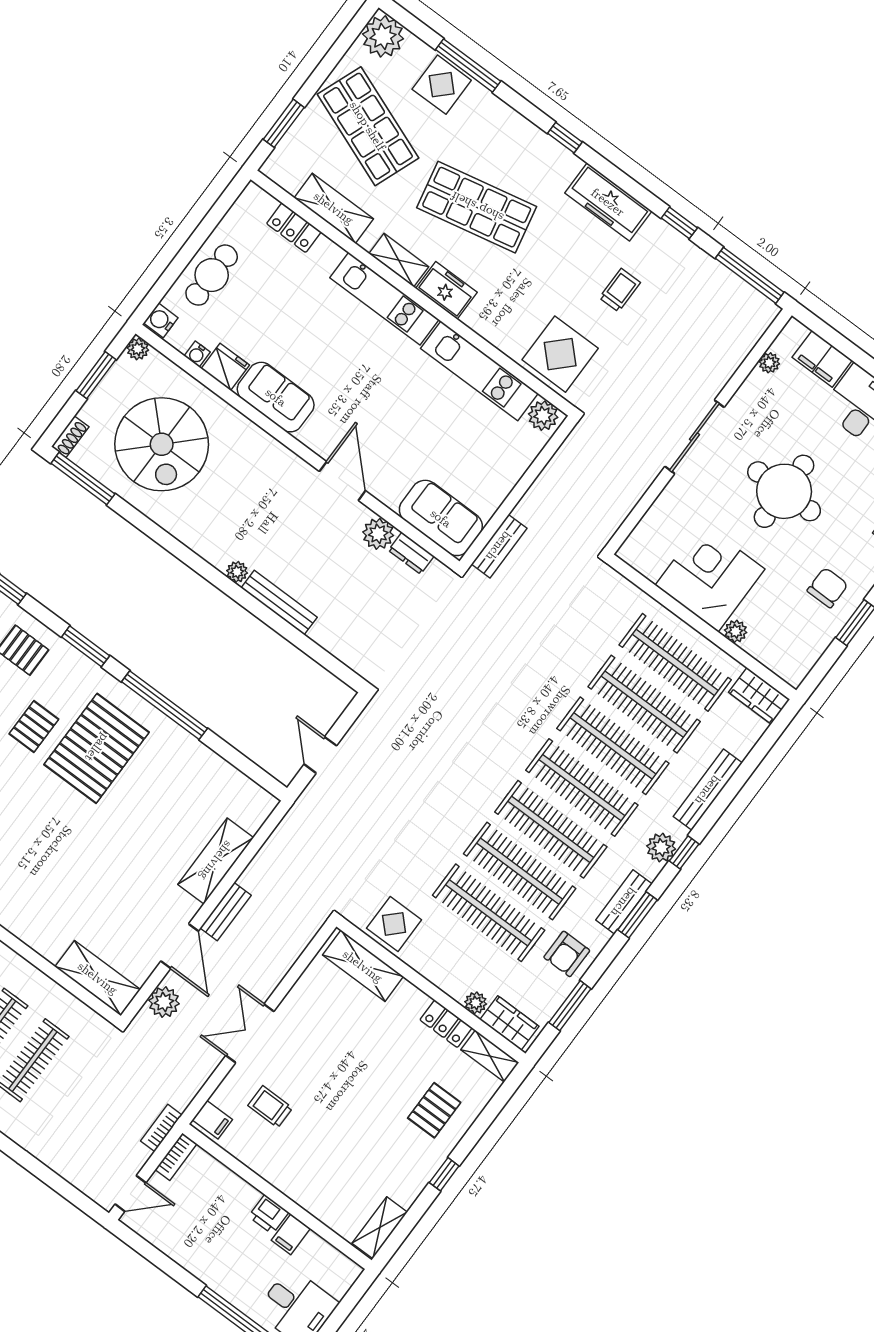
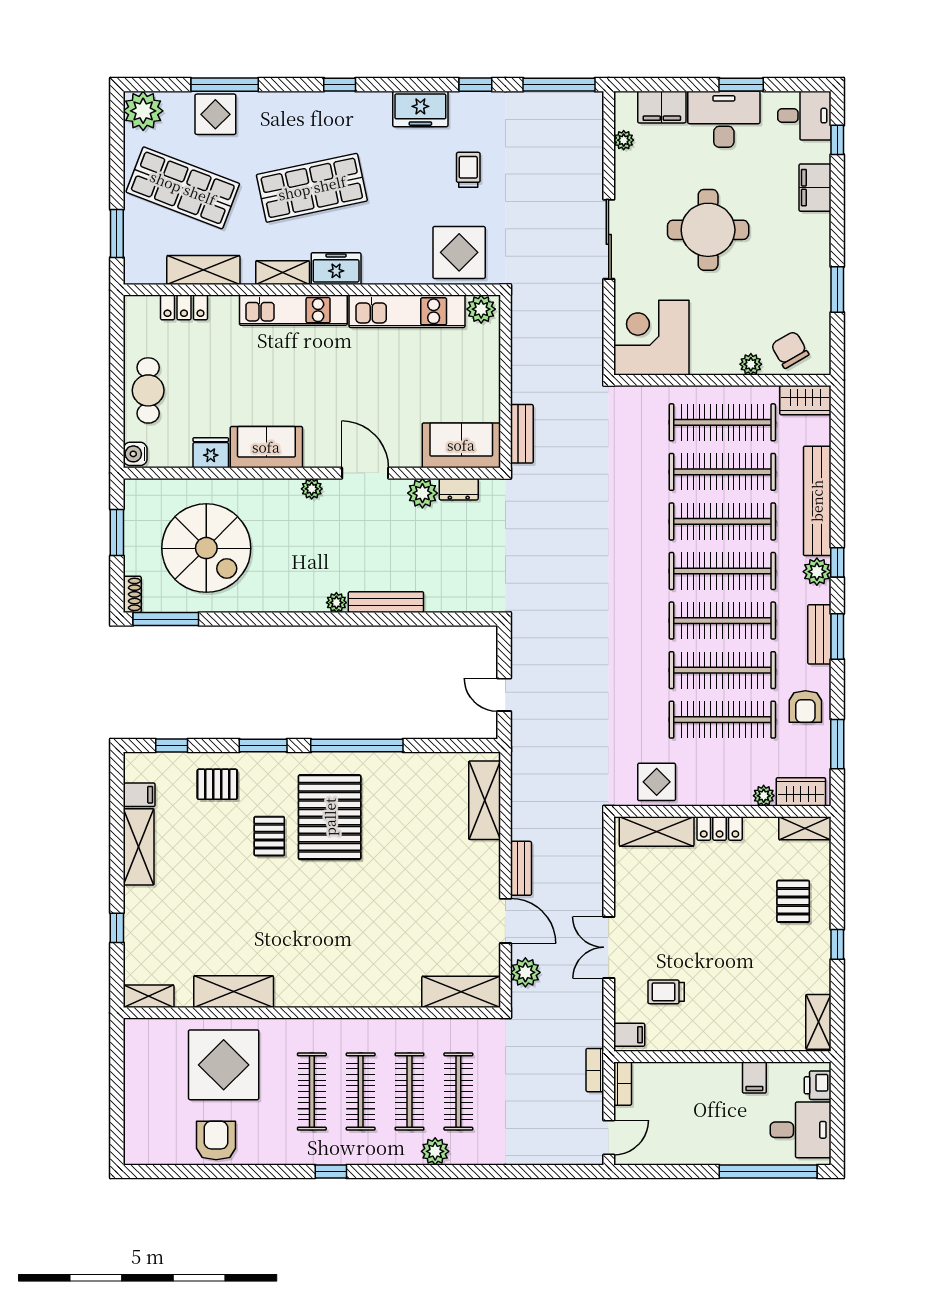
freezer: (608, 202) -> (420, 109), width x0.71
plant: (138, 349) -> (312, 489), moved
water cooler: (197, 354) -> (182, 459), removed
corner desk: (710, 577) -> (651, 338), moved
chair: (828, 588) -> (790, 350), moved, turned -30
bench: (708, 790) -> (817, 501), width x1.37, depth x1.21
shelving: (216, 861) -> (485, 800), moved
locker: (446, 1024) -> (720, 828), moved
printer: (269, 1214) -> (818, 1085), moved, turned 90

